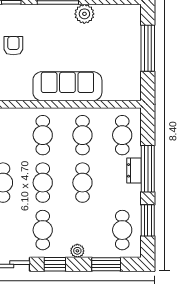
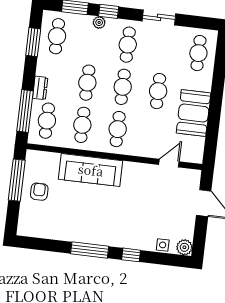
plant: (84, 14) -> (68, 233), removed
armchair: (13, 46) -> (39, 192), moved, turned 180
window: (148, 48) -> (17, 180), moved
window: (148, 169) -> (25, 111), moved
window: (55, 264) -> (109, 11), moved

